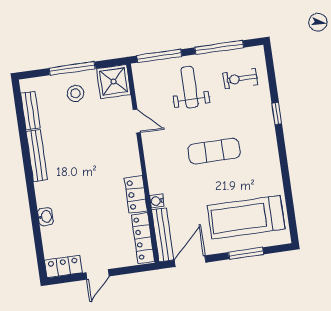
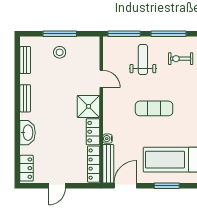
shower: (114, 81) -> (88, 106), moved
bench: (37, 156) -> (25, 98), width x0.73
washbasin: (45, 217) -> (28, 133), width x1.91, depth x1.45
locker: (63, 267) -> (27, 168), moved, turned 90

